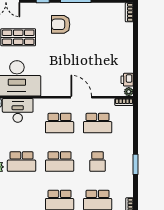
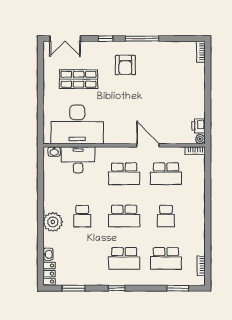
armchair: (61, 24) -> (125, 65), turned -90
school desk: (22, 162) -> (82, 216), width x0.54
window: (135, 164) -> (208, 219), removed

